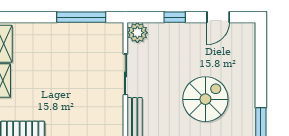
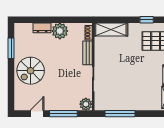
window: (175, 17) -> (63, 114), width x2.17
spiral stairs: (205, 99) -> (31, 71), moved

